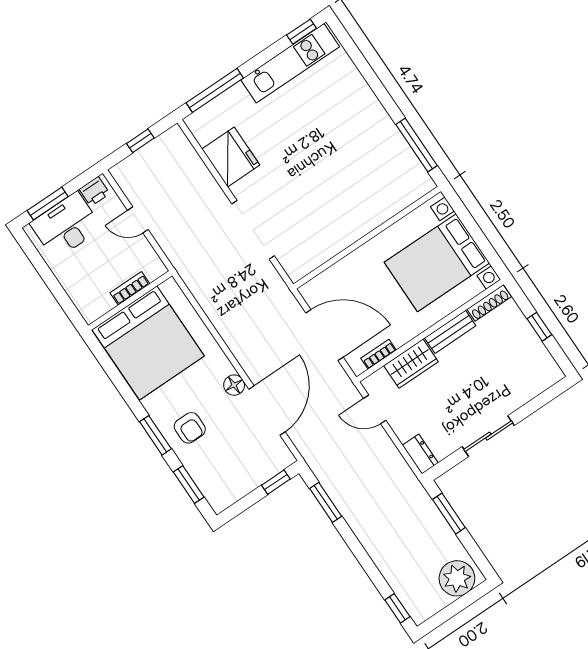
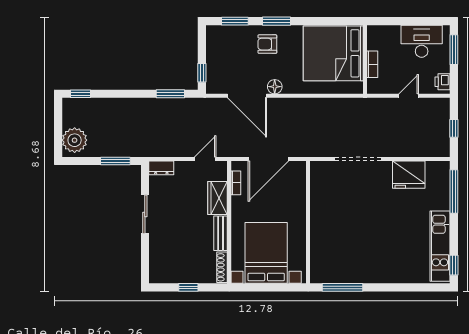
desk: (66, 226) -> (422, 41), moved, turned -90

